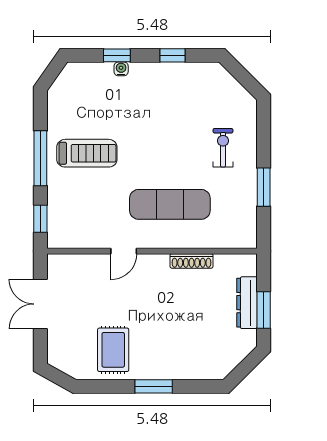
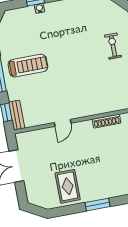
exercise mat: (170, 204) -> (86, 88), removed
bench: (55, 226) -> (17, 115), added

